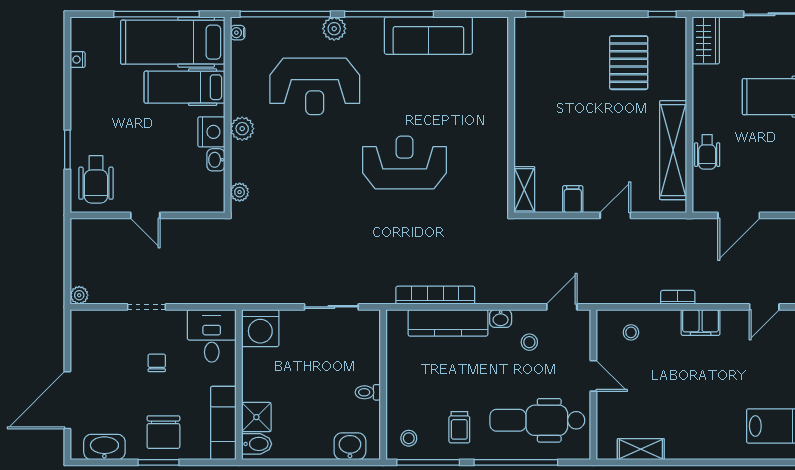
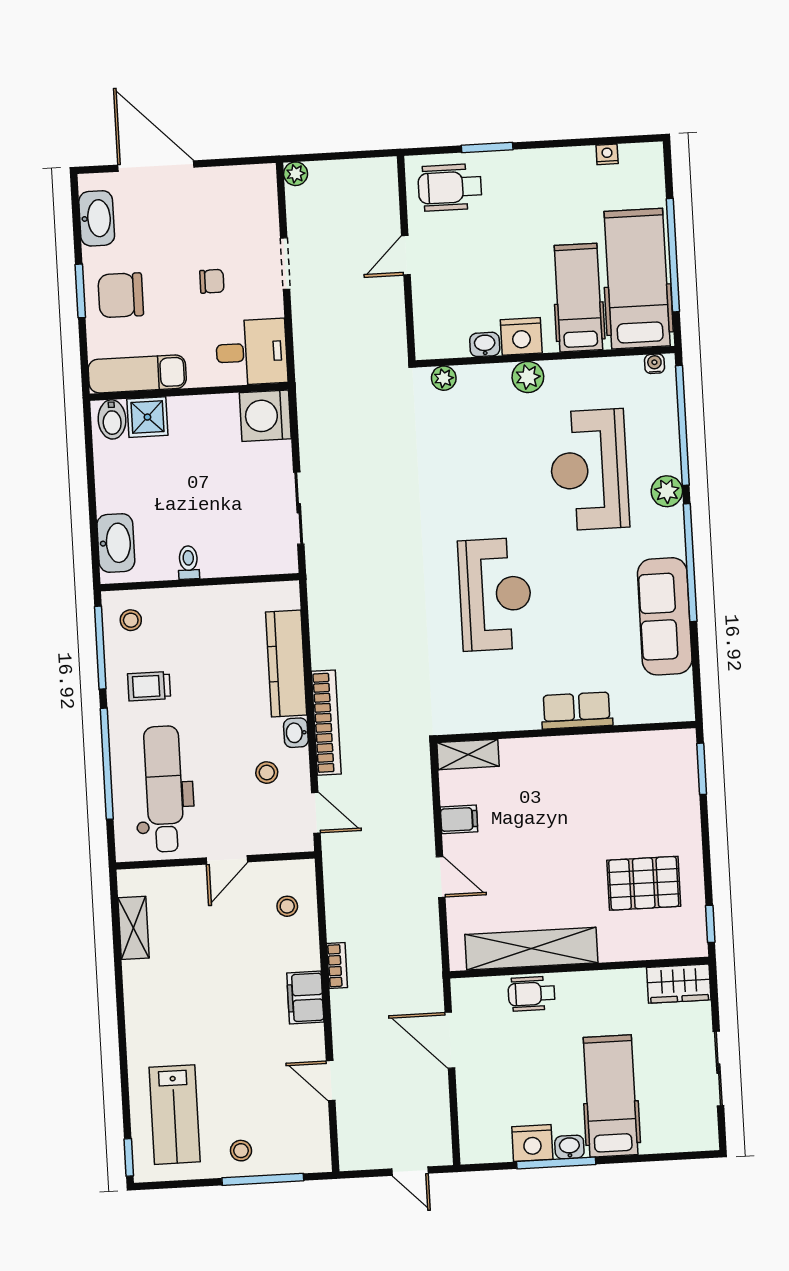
row of seats: (496, 106) -> (577, 710), added
bookcase: (435, 295) -> (326, 723), moved
washbasin: (350, 446) -> (116, 543), width x1.38

